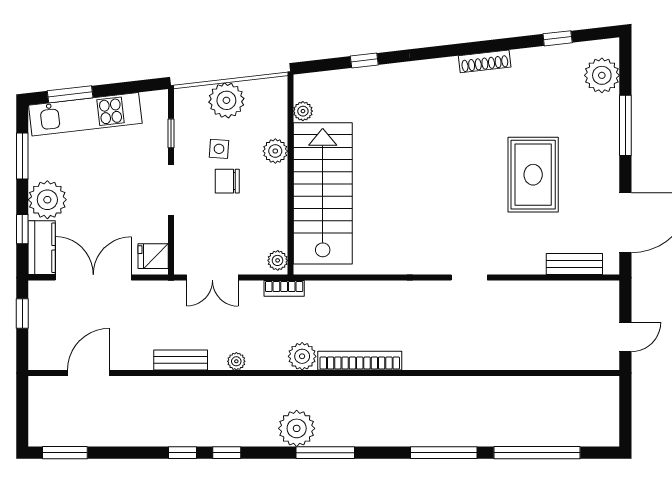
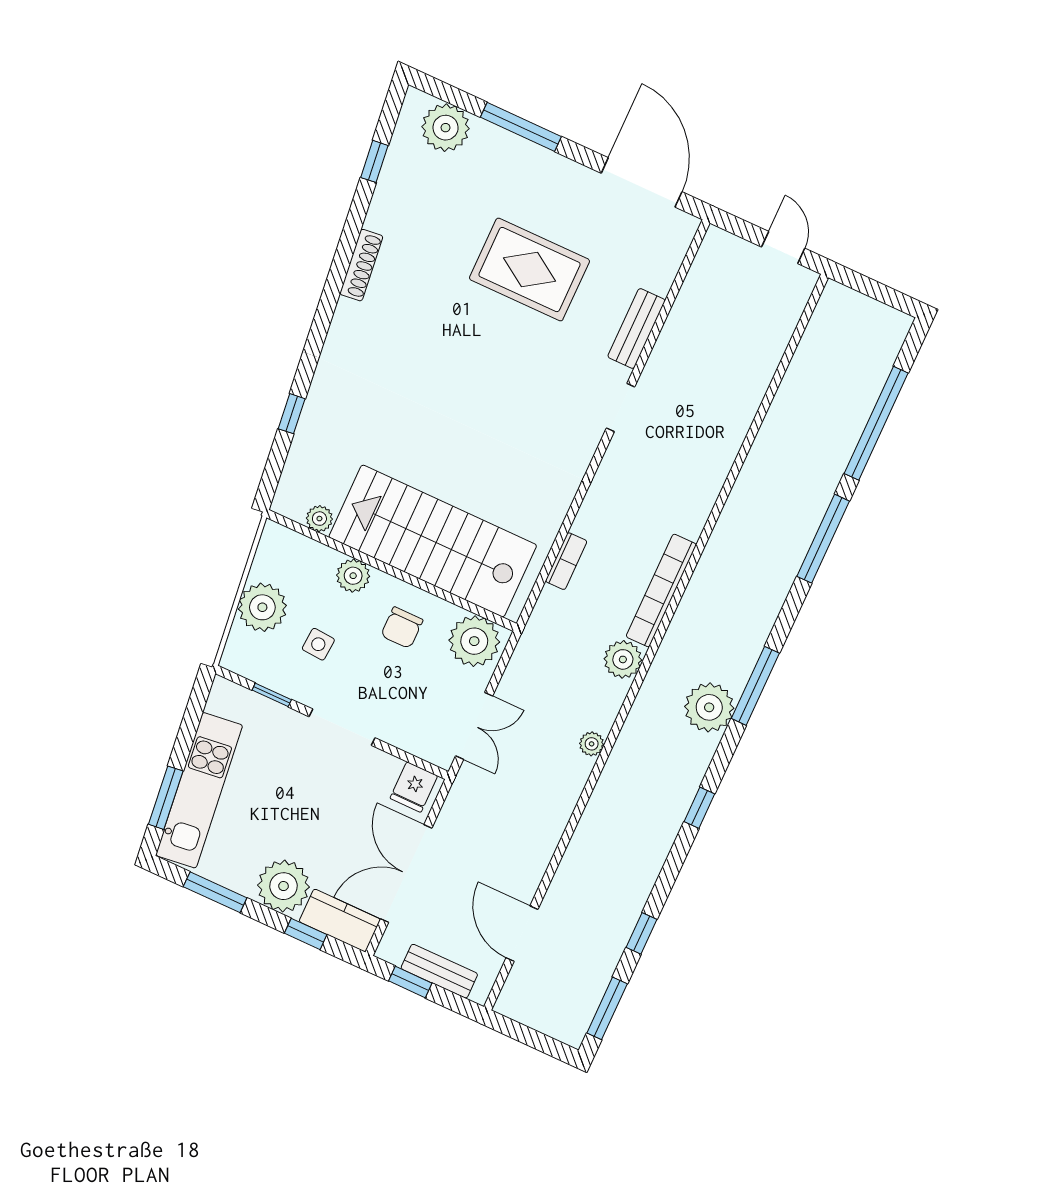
chair: (227, 181) -> (402, 628), moved
plant: (278, 260) -> (474, 641), width x1.87, depth x1.87
bench: (574, 264) -> (636, 328), moved
bookcase: (284, 288) -> (566, 561), moved
bench: (181, 360) -> (439, 971), moved, turned 90
window: (183, 453) -> (642, 933), moved

